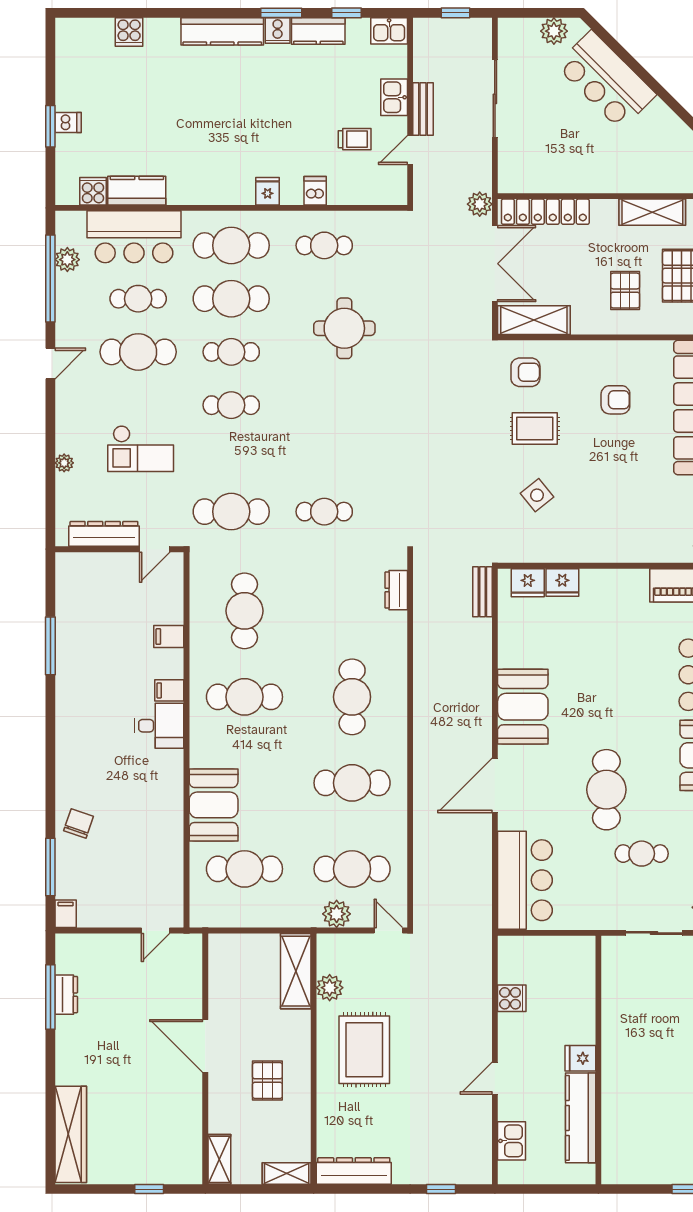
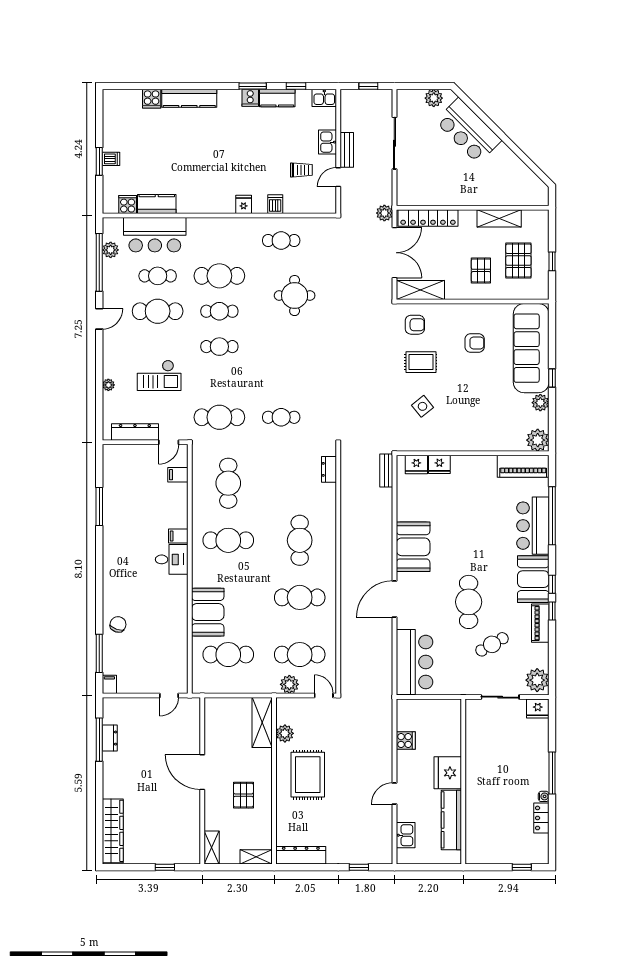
kitchen counter: (222, 31) -> (189, 98), moved
cafe table: (231, 245) -> (219, 241), removed
filing cabinet: (169, 637) -> (178, 475), moved
cafe table: (642, 854) -> (492, 644), turned -30
fridge: (580, 1058) -> (448, 773), width x1.88, depth x1.34

